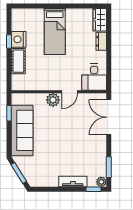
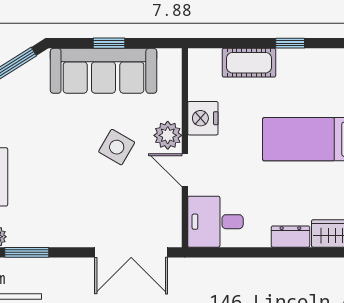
nightstand: (19, 39) -> (203, 118), moved, turned -90
window: (9, 113) -> (109, 43), moved
double door: (109, 117) -> (131, 252), swing flipped
side table: (59, 124) -> (117, 147), added

